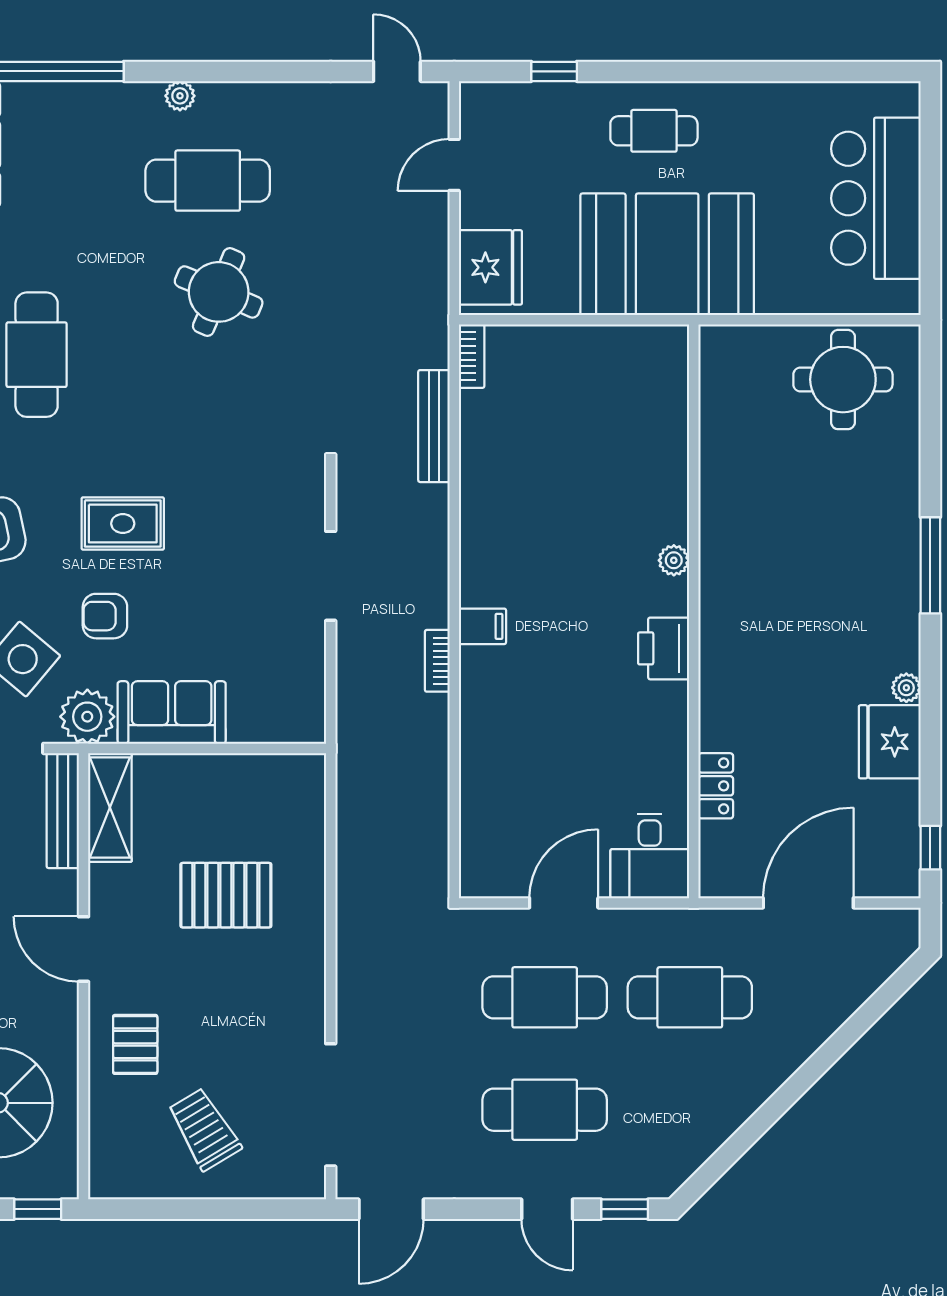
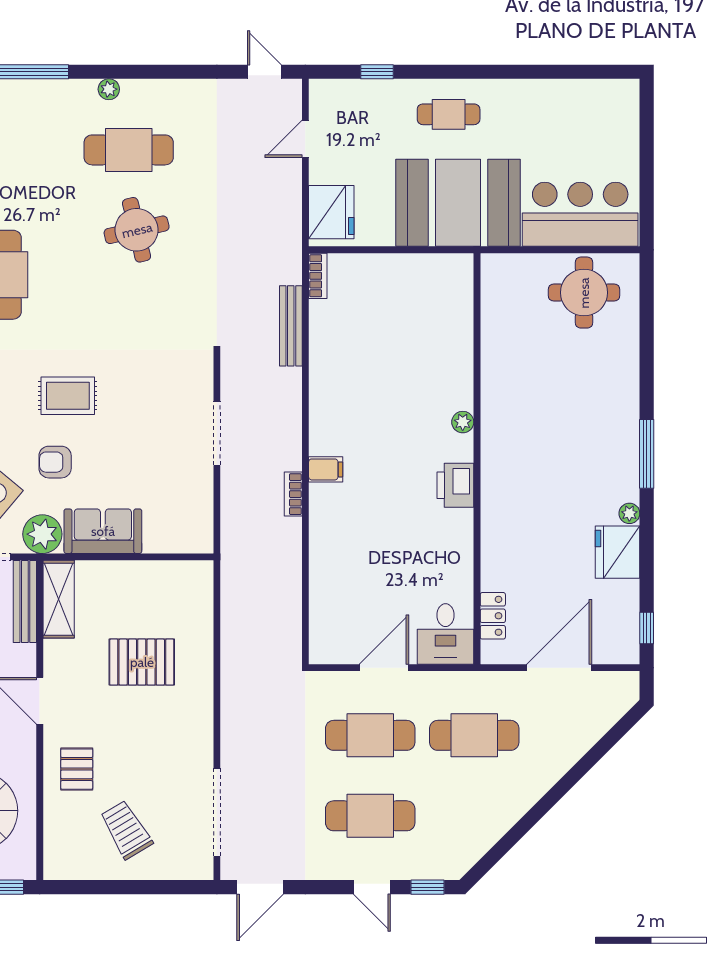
bar counter: (876, 198) -> (580, 214), moved, turned 90
round table: (219, 292) -> (137, 230), turned -36
window: (930, 565) -> (647, 454), moved
locker: (716, 786) -> (493, 616), moved

